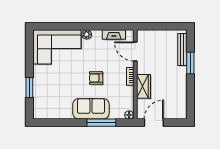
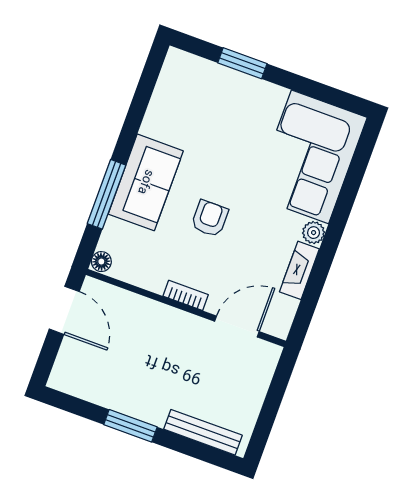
fireplace: (114, 35) -> (299, 270), moved
window: (190, 63) -> (130, 426), moved
wardrobe: (144, 86) -> (153, 317), removed

